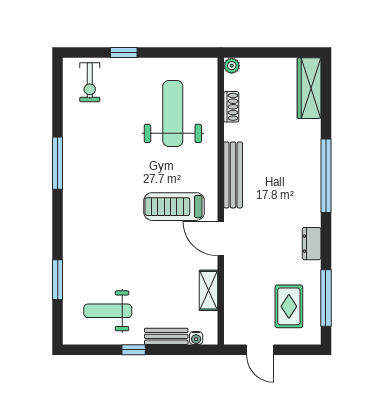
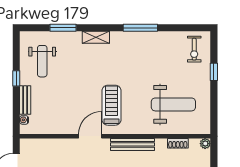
exercise bike: (90, 82) -> (194, 49), turned -90
shelving: (208, 290) -> (96, 37), moved
weight bench: (108, 311) -> (42, 61), turned 180

